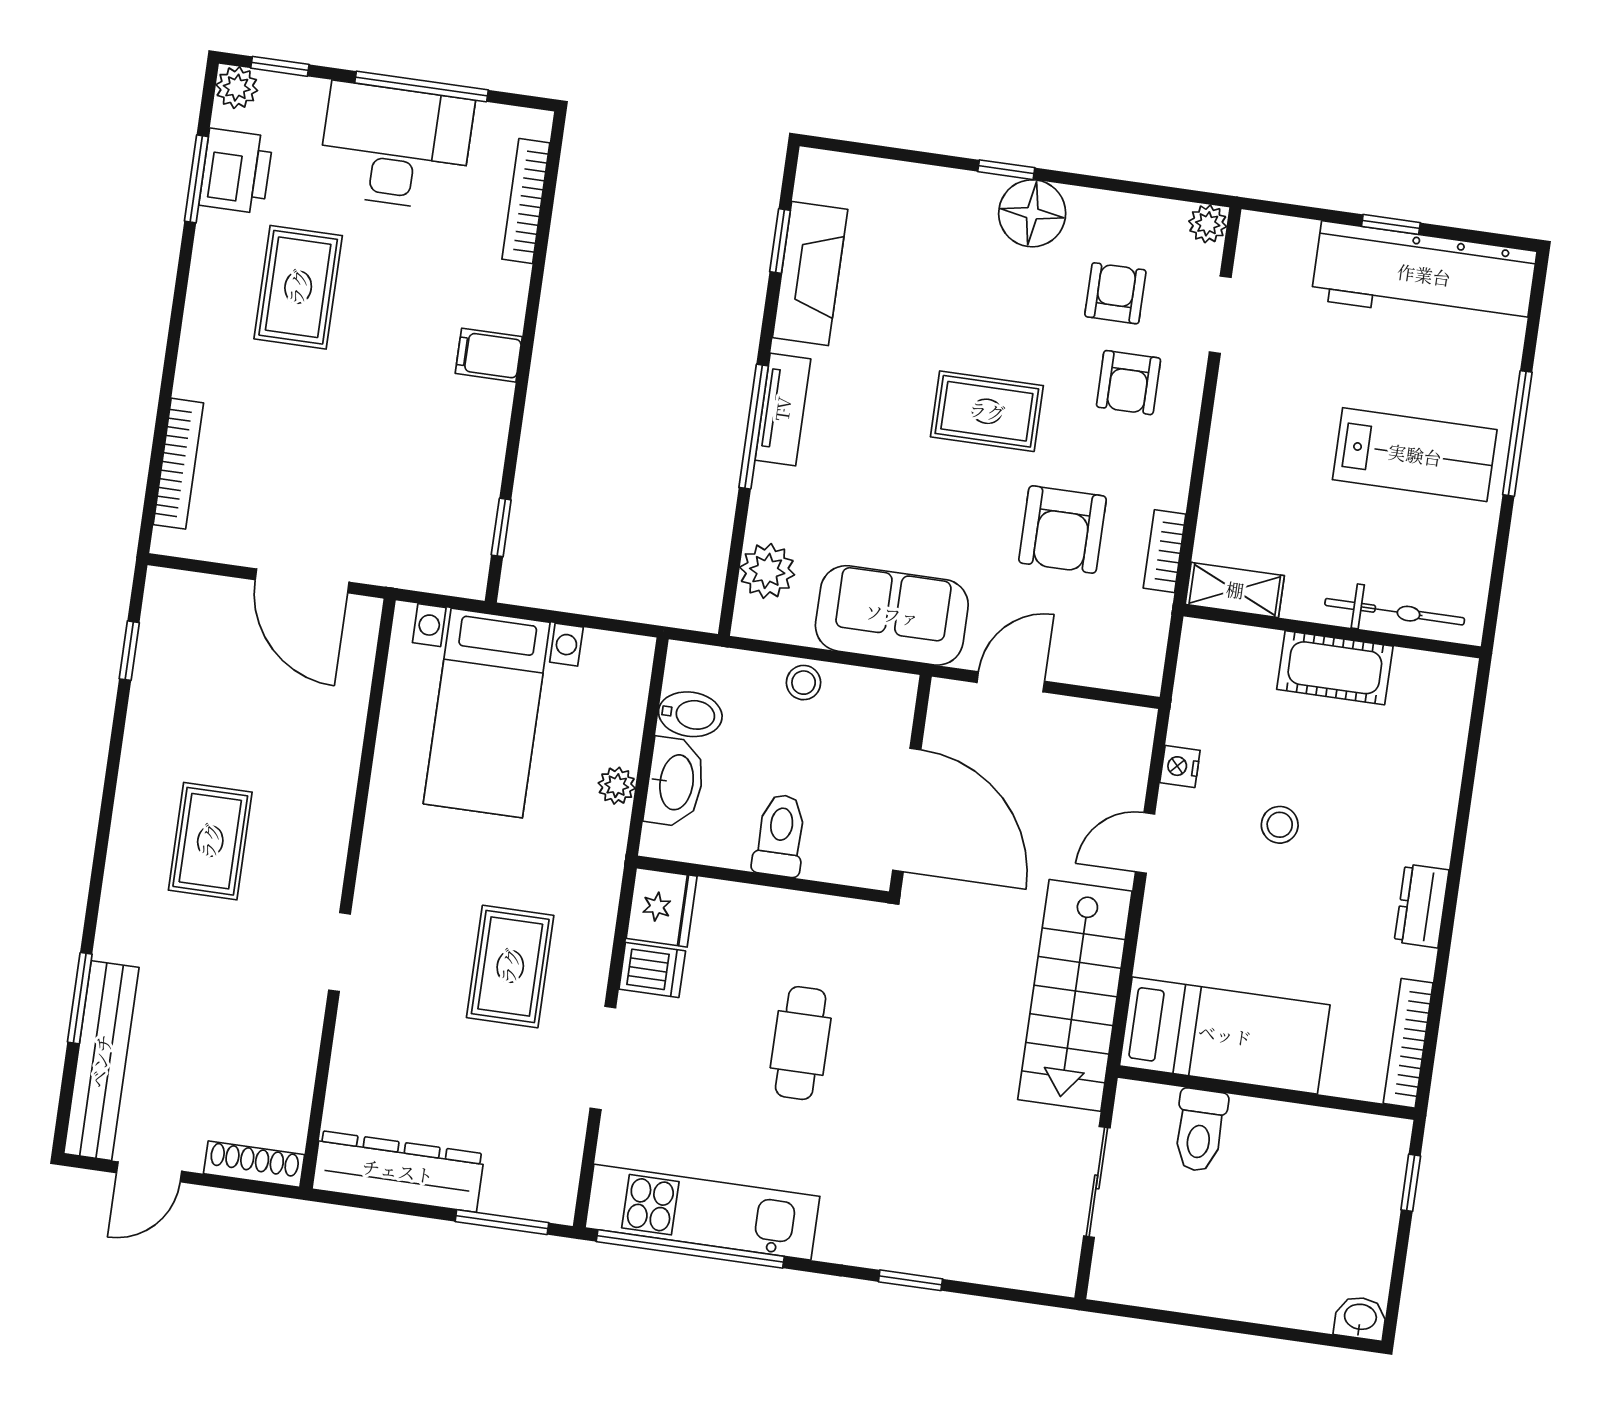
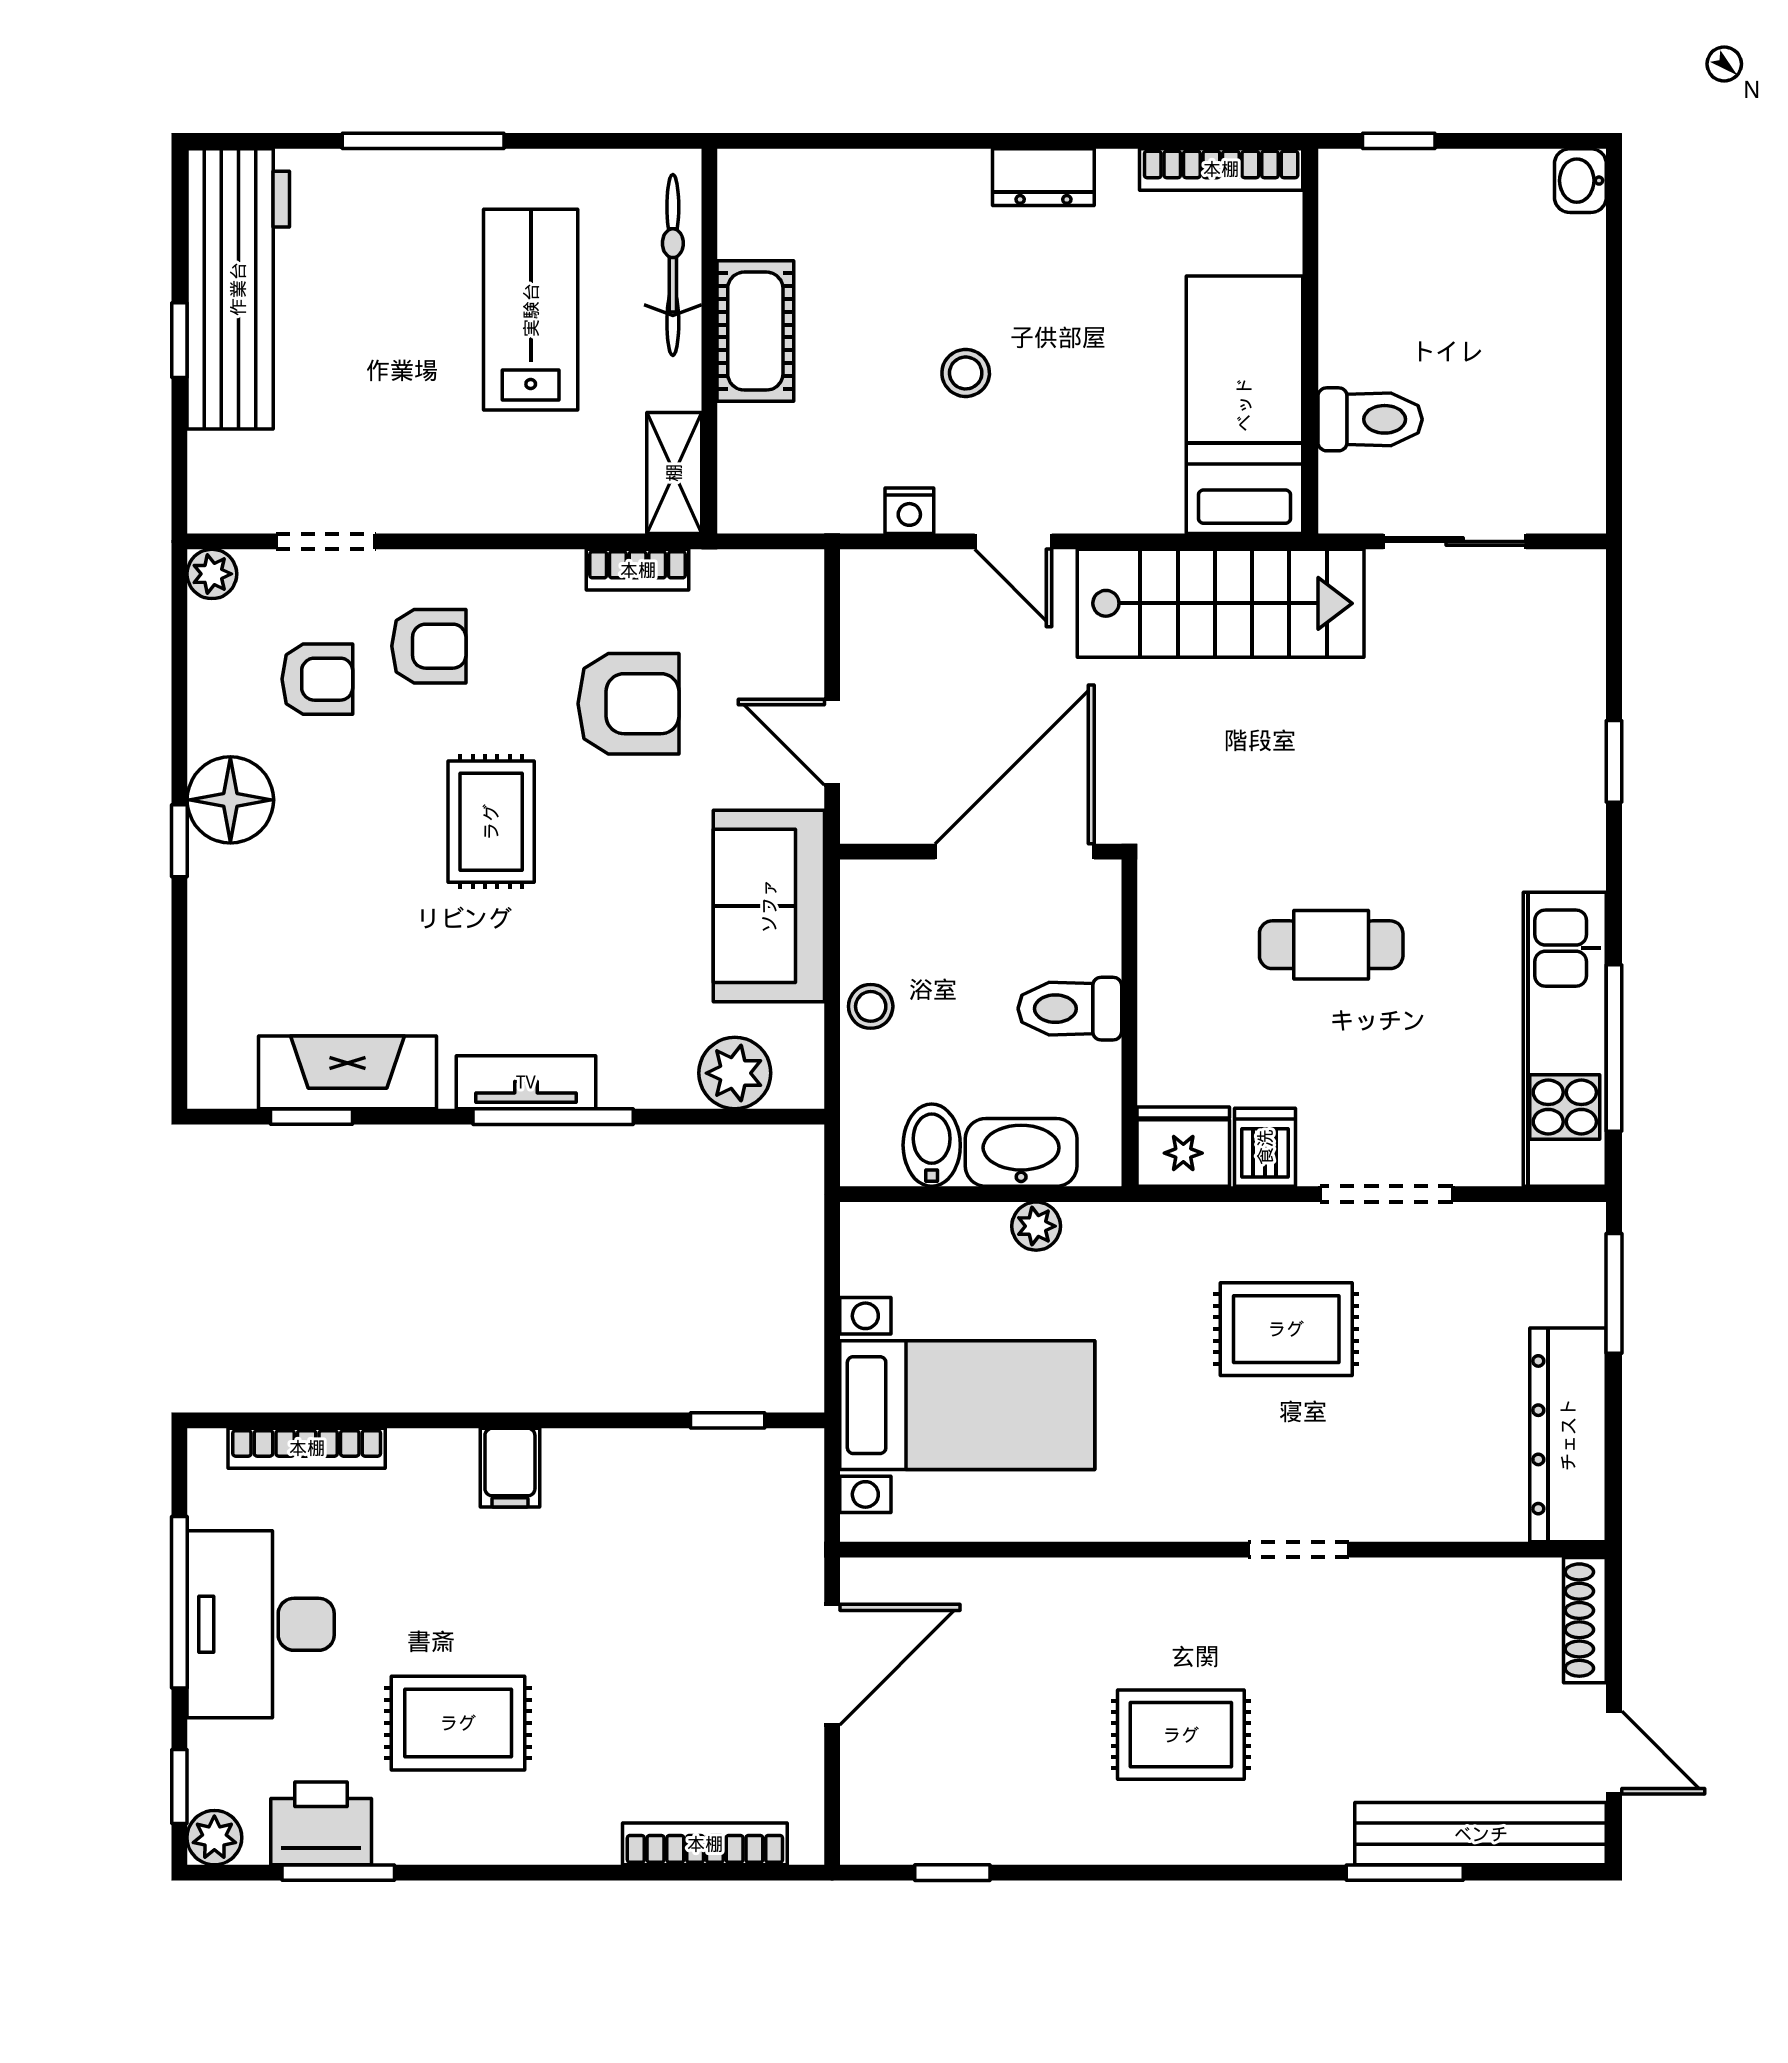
armchair: (1115, 293) -> (317, 679), turned 180
lab bench: (1415, 455) -> (531, 310), moved
window: (690, 1249) -> (1614, 1048), width x0.68

